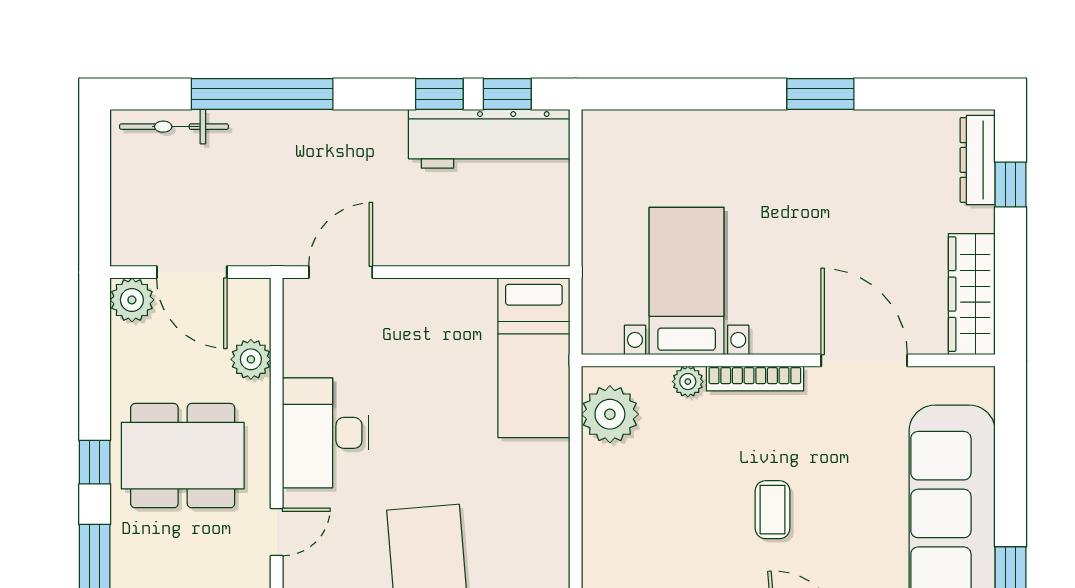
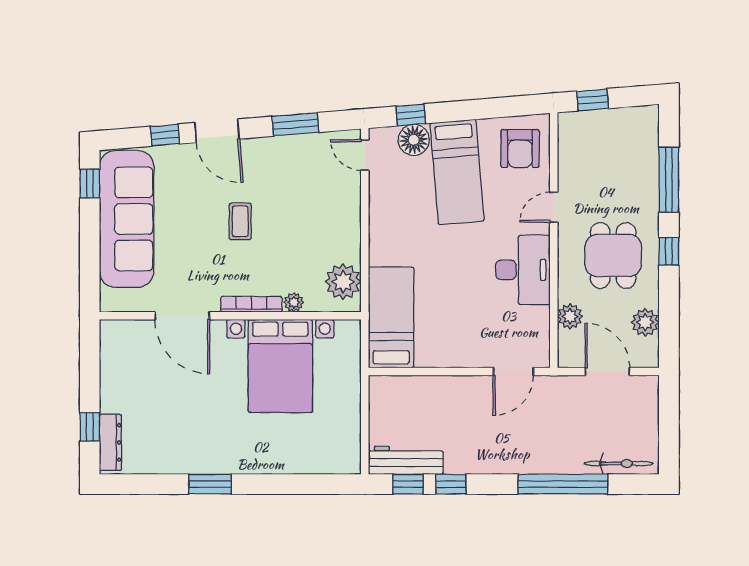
workbench: (489, 139) -> (406, 460), width x0.73, depth x0.76
bed with nightstands: (687, 281) -> (280, 366), width x1.36
wardrobe: (972, 294) -> (114, 358), removed
plant: (132, 300) -> (645, 322), moved
dining table: (183, 456) -> (613, 256), width x0.73

